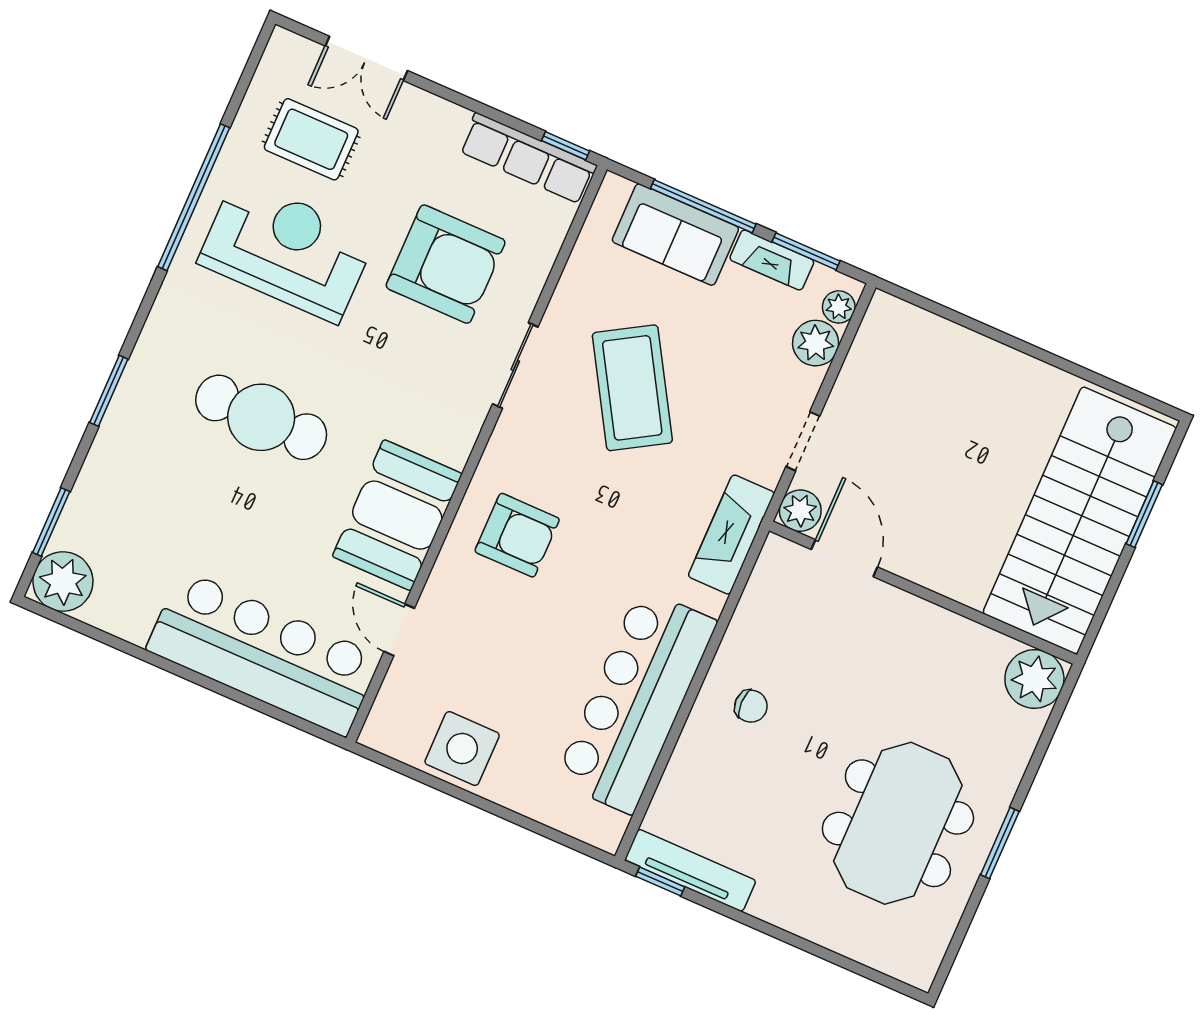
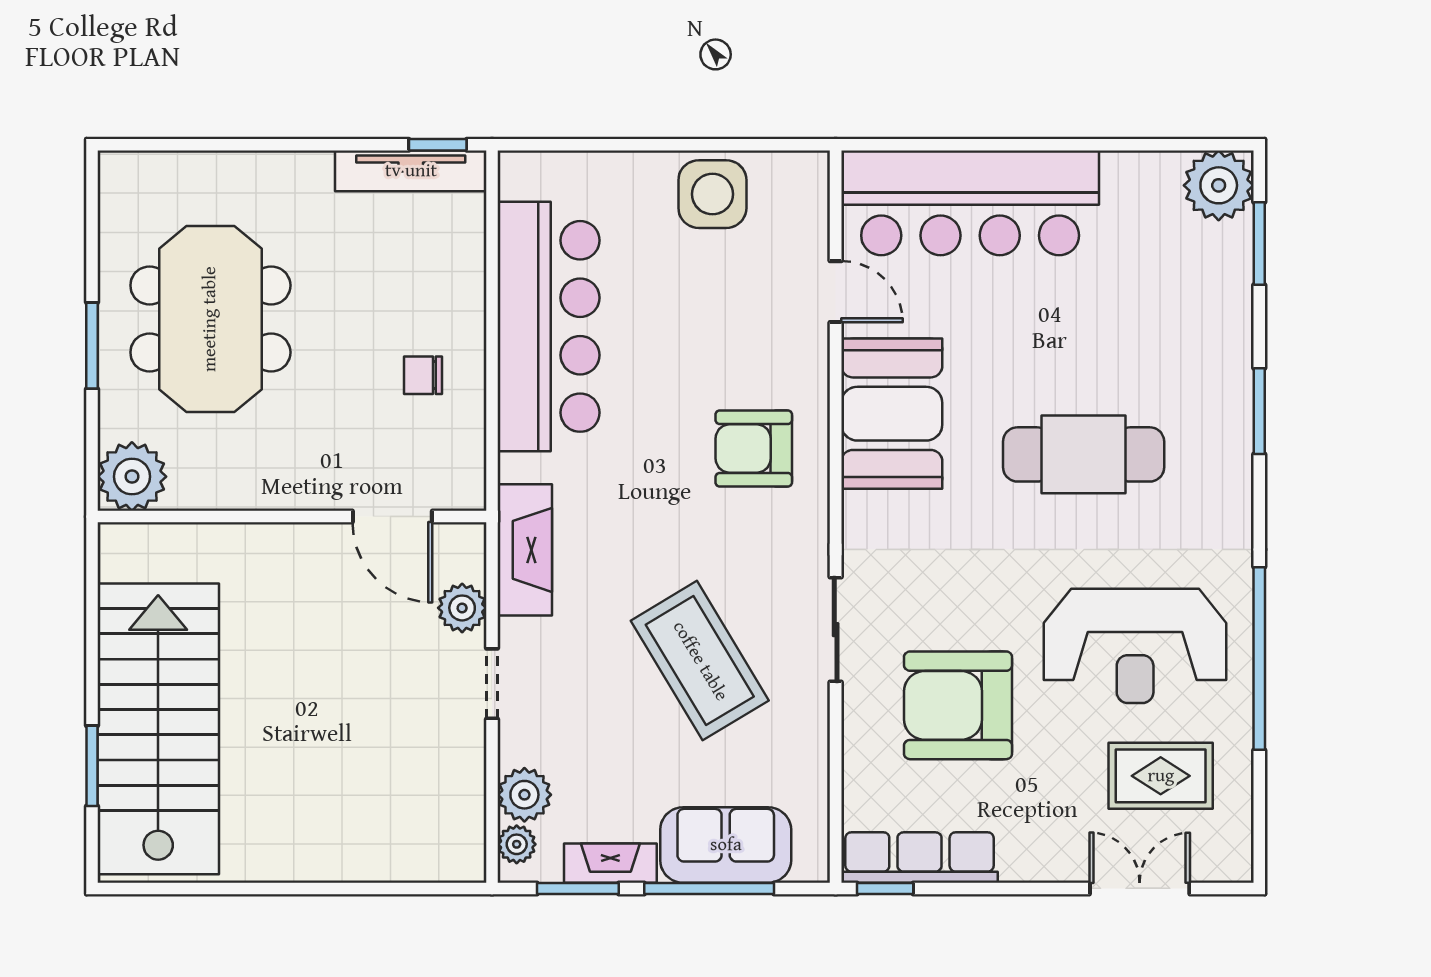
door: (844, 558) -> (392, 517), moved
wall: (923, 593) -> (292, 517), moved
plant: (1034, 679) -> (132, 477), moved

